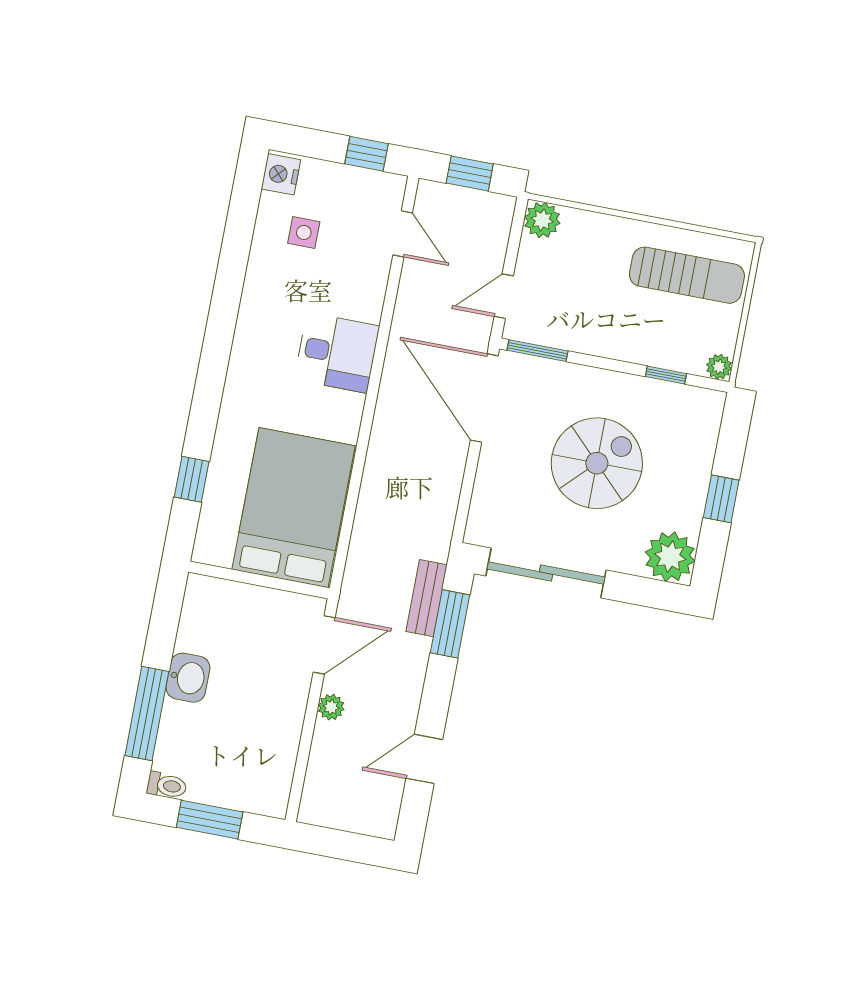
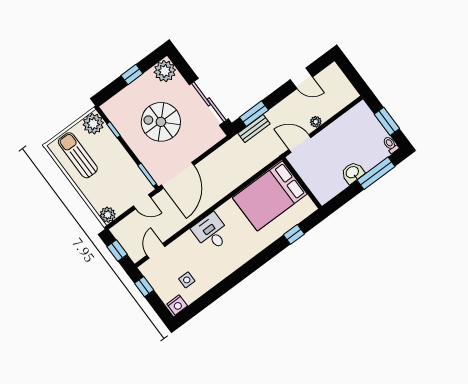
plant: (719, 367) -> (93, 124), width x1.88, depth x1.88

